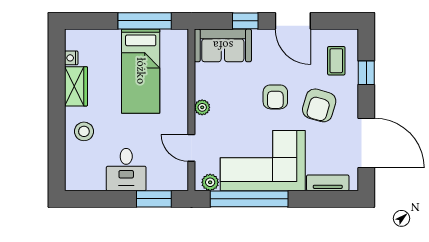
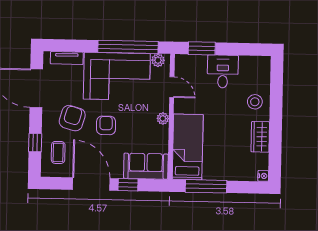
door: (293, 21) -> (91, 184), width x1.36
nightstand: (71, 58) -> (263, 176), moved
bed: (141, 71) -> (188, 147), moved

